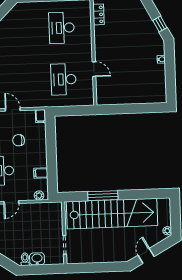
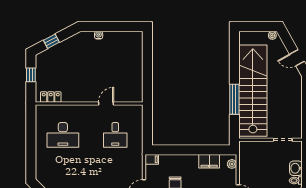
window: (160, 24) -> (51, 41), moved
desk: (63, 79) -> (115, 135), width x0.73
filing cabinet: (41, 173) -> (209, 161), width x2.00

